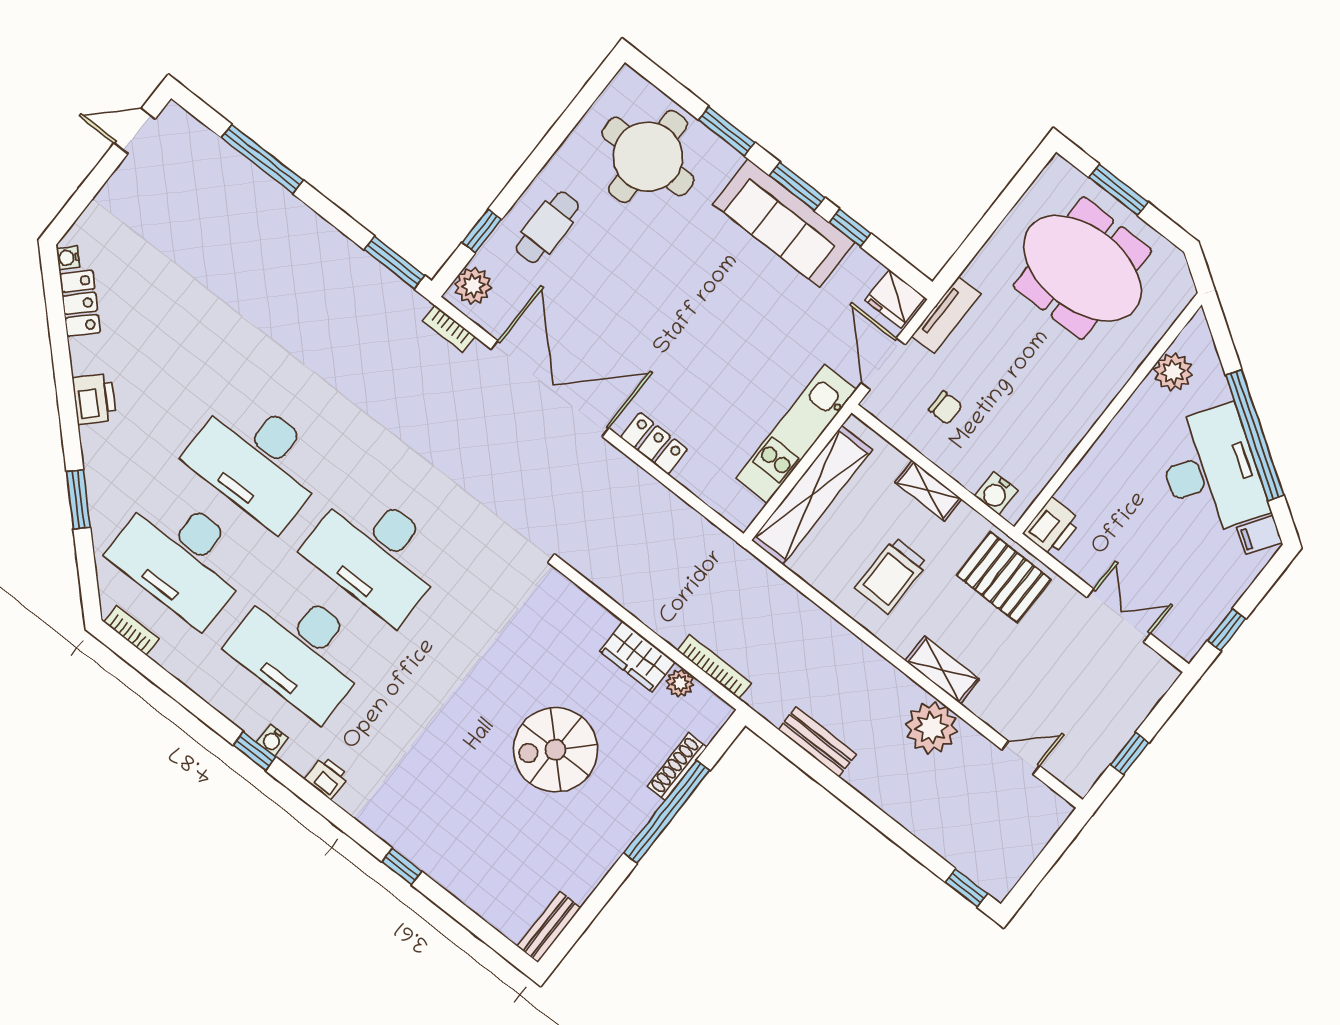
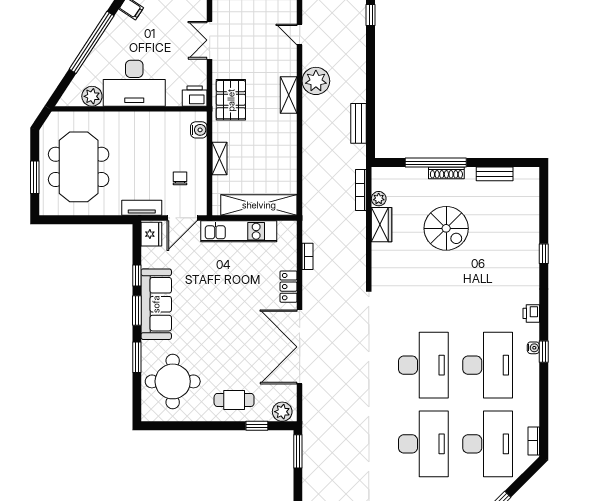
bookcase: (449, 329) -> (308, 256), moved
desk: (1211, 471) -> (134, 83), moved, turned -123
trolley: (891, 575) -> (266, 146), removed
shoe rack: (677, 767) -> (446, 173), moved
bench: (549, 927) -> (495, 174), moved

